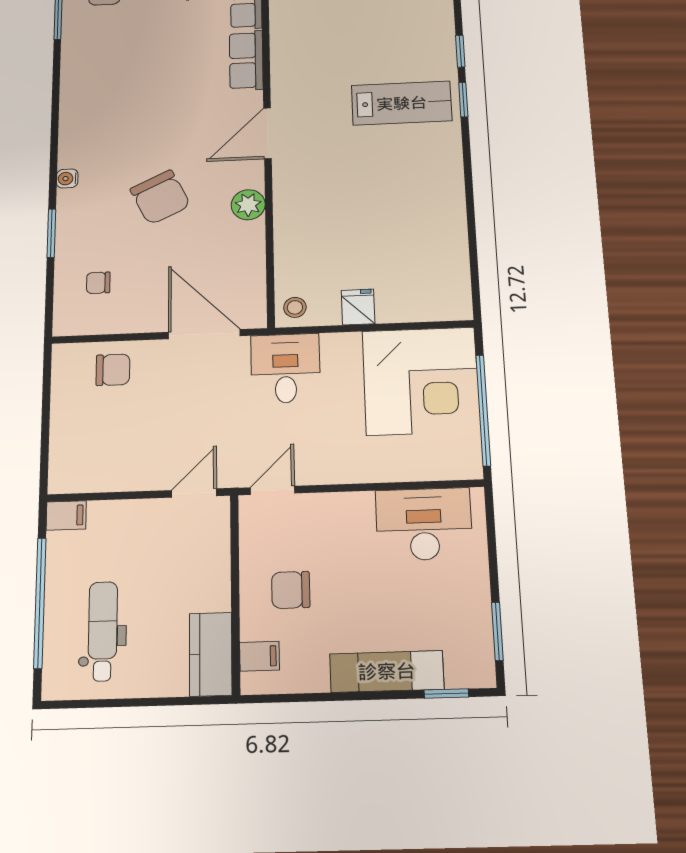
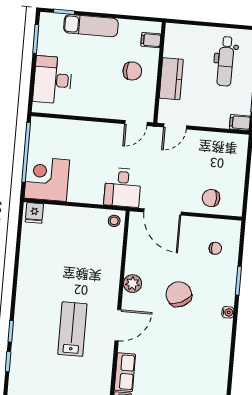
lab bench: (402, 103) -> (72, 329), moved, turned 90
fridge: (358, 307) -> (34, 213), moved
corner desk: (421, 381) -> (47, 179), width x0.74, depth x0.74
desk: (424, 524) -> (53, 80), moved, turned 90
kitchen counter: (211, 654) -> (171, 79), moved

